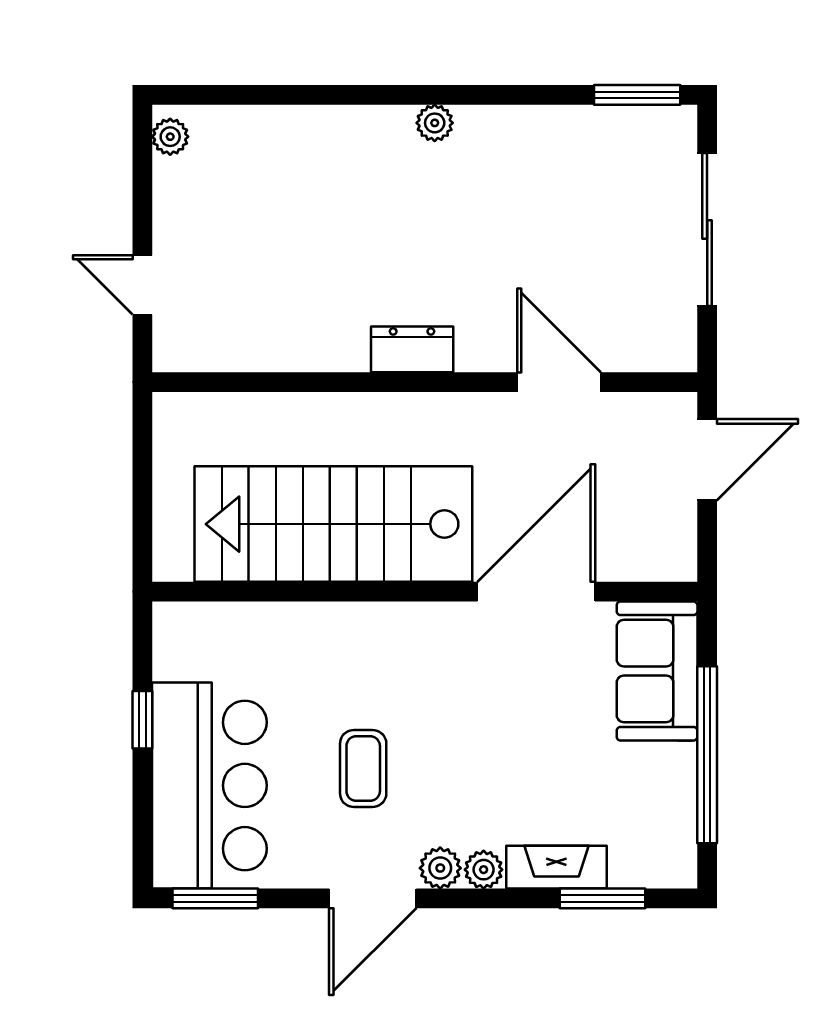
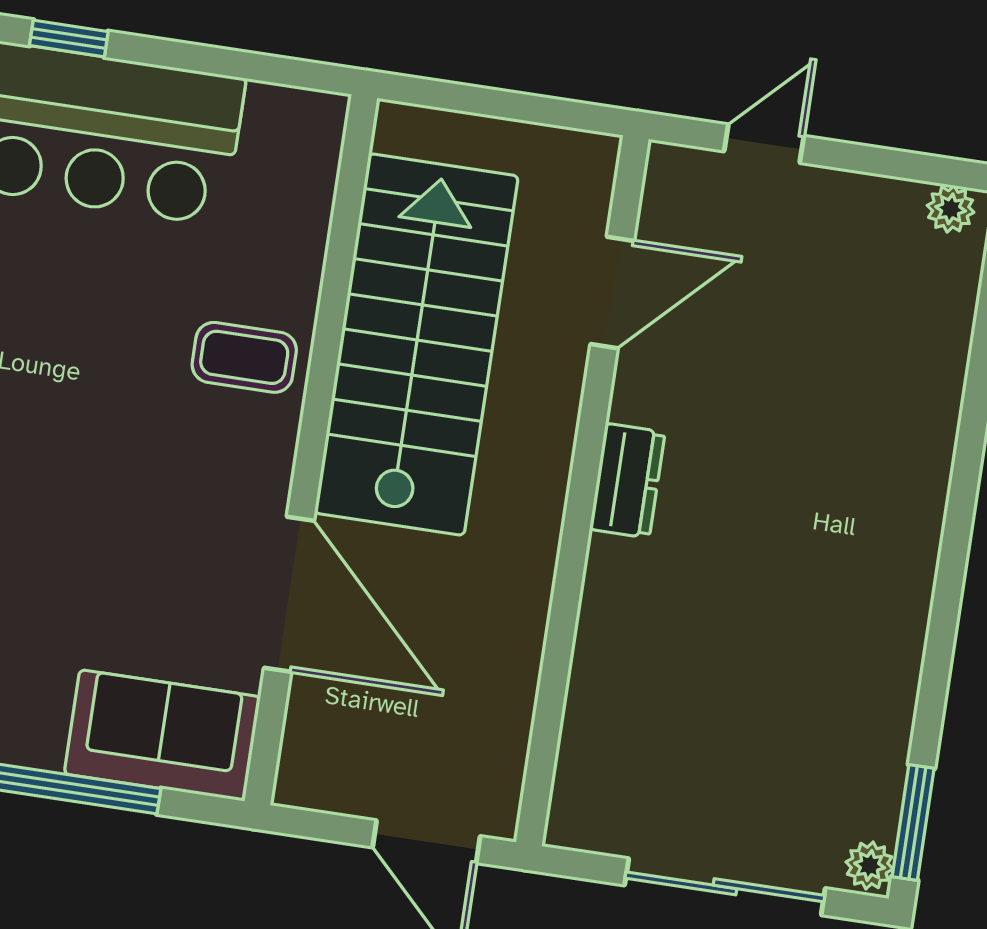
plant: (435, 123) -> (870, 865), moved
door: (559, 382) -> (612, 292), moved
window: (142, 720) -> (69, 39), moved
coffee table: (363, 769) -> (244, 357), moved

